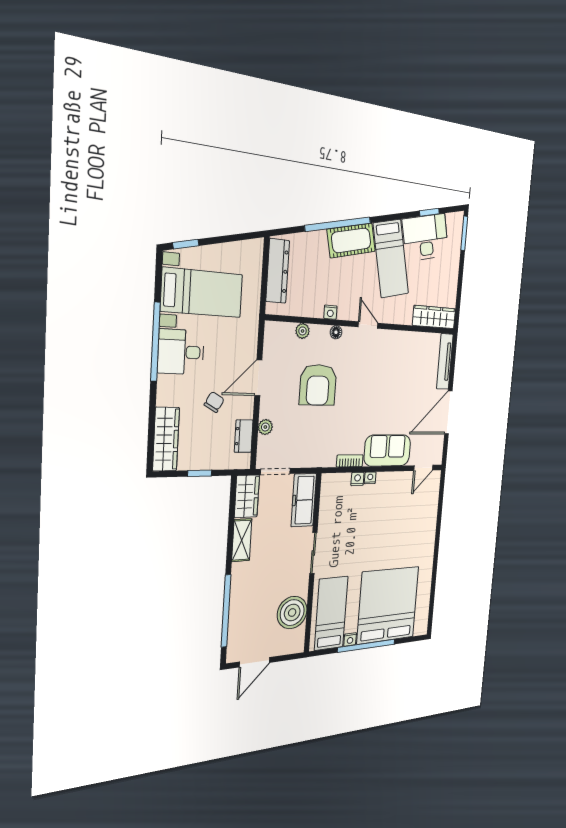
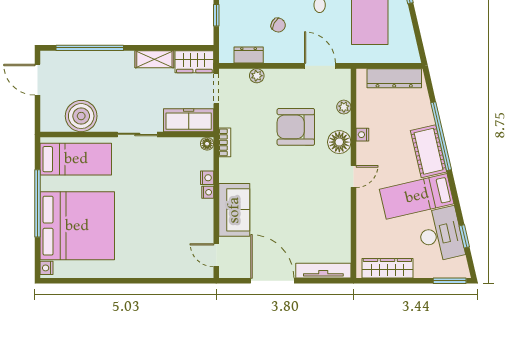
wardrobe: (434, 317) -> (387, 268), moved, turned -90
floor lamp: (336, 332) -> (339, 142), width x1.89, depth x1.89
door: (258, 378) -> (320, 66), moved
bookcase: (350, 461) -> (225, 142), moved
floor lamp: (327, 480) -> (207, 144), added
nightstand: (350, 639) -> (47, 268), moved

